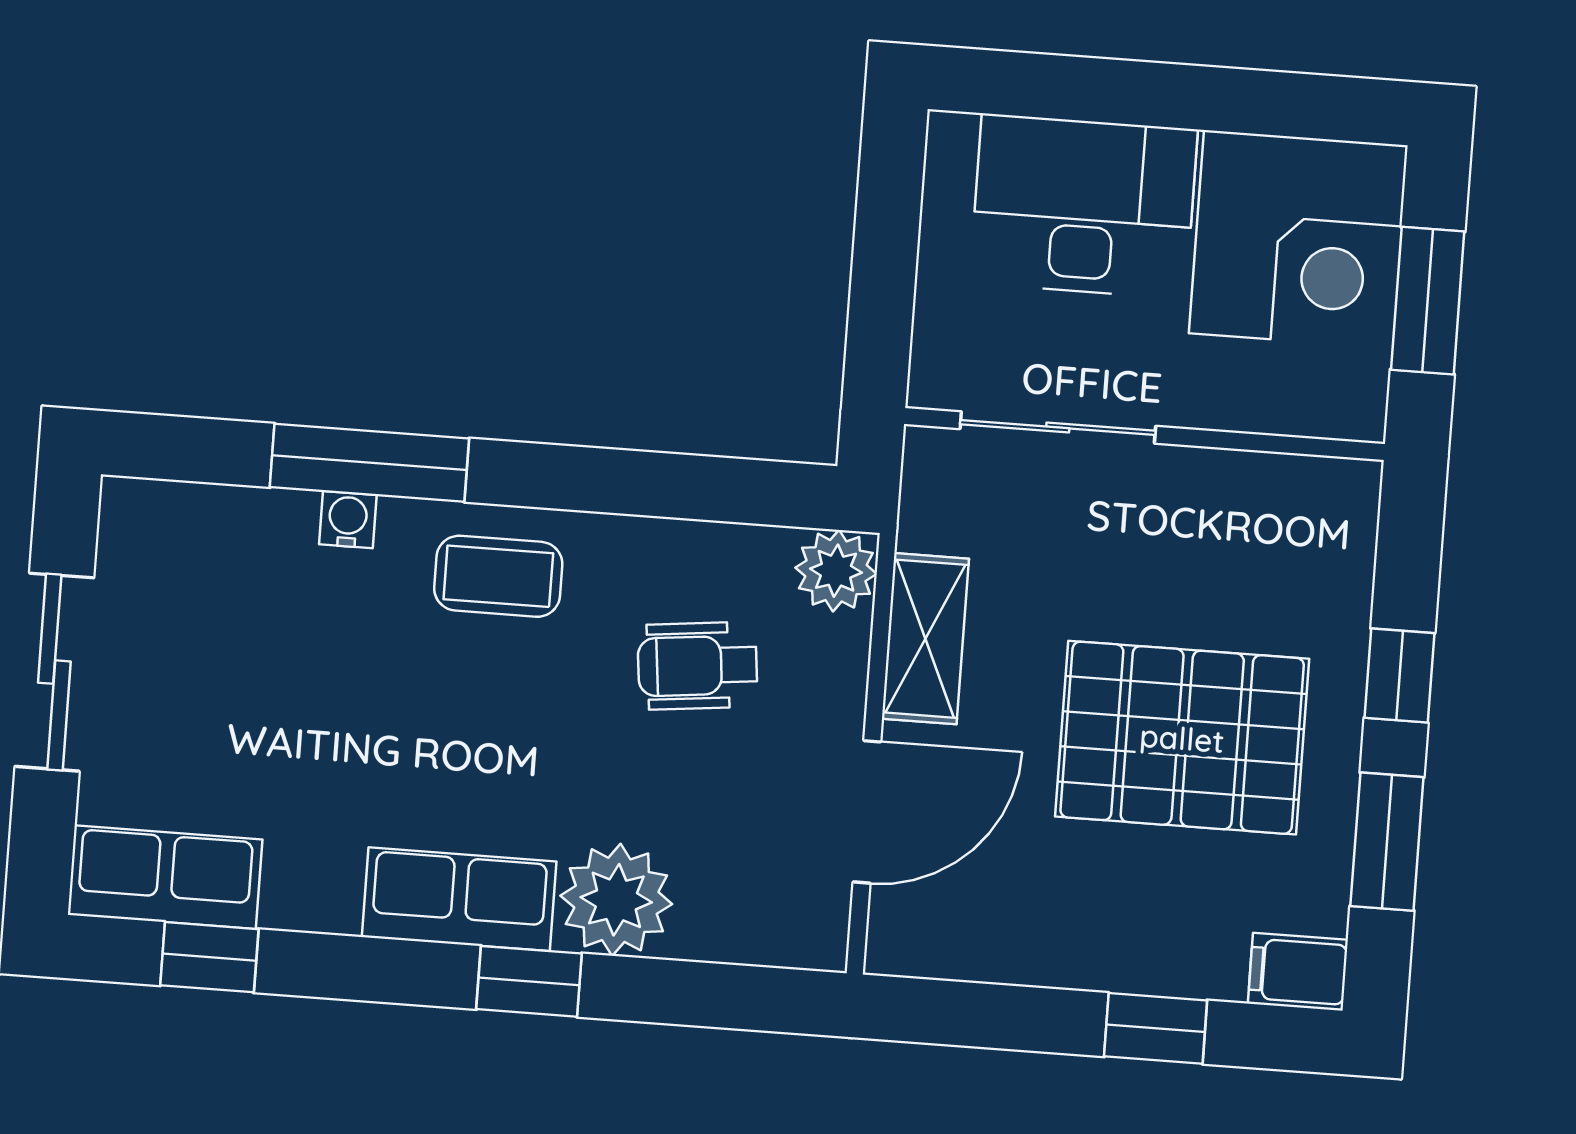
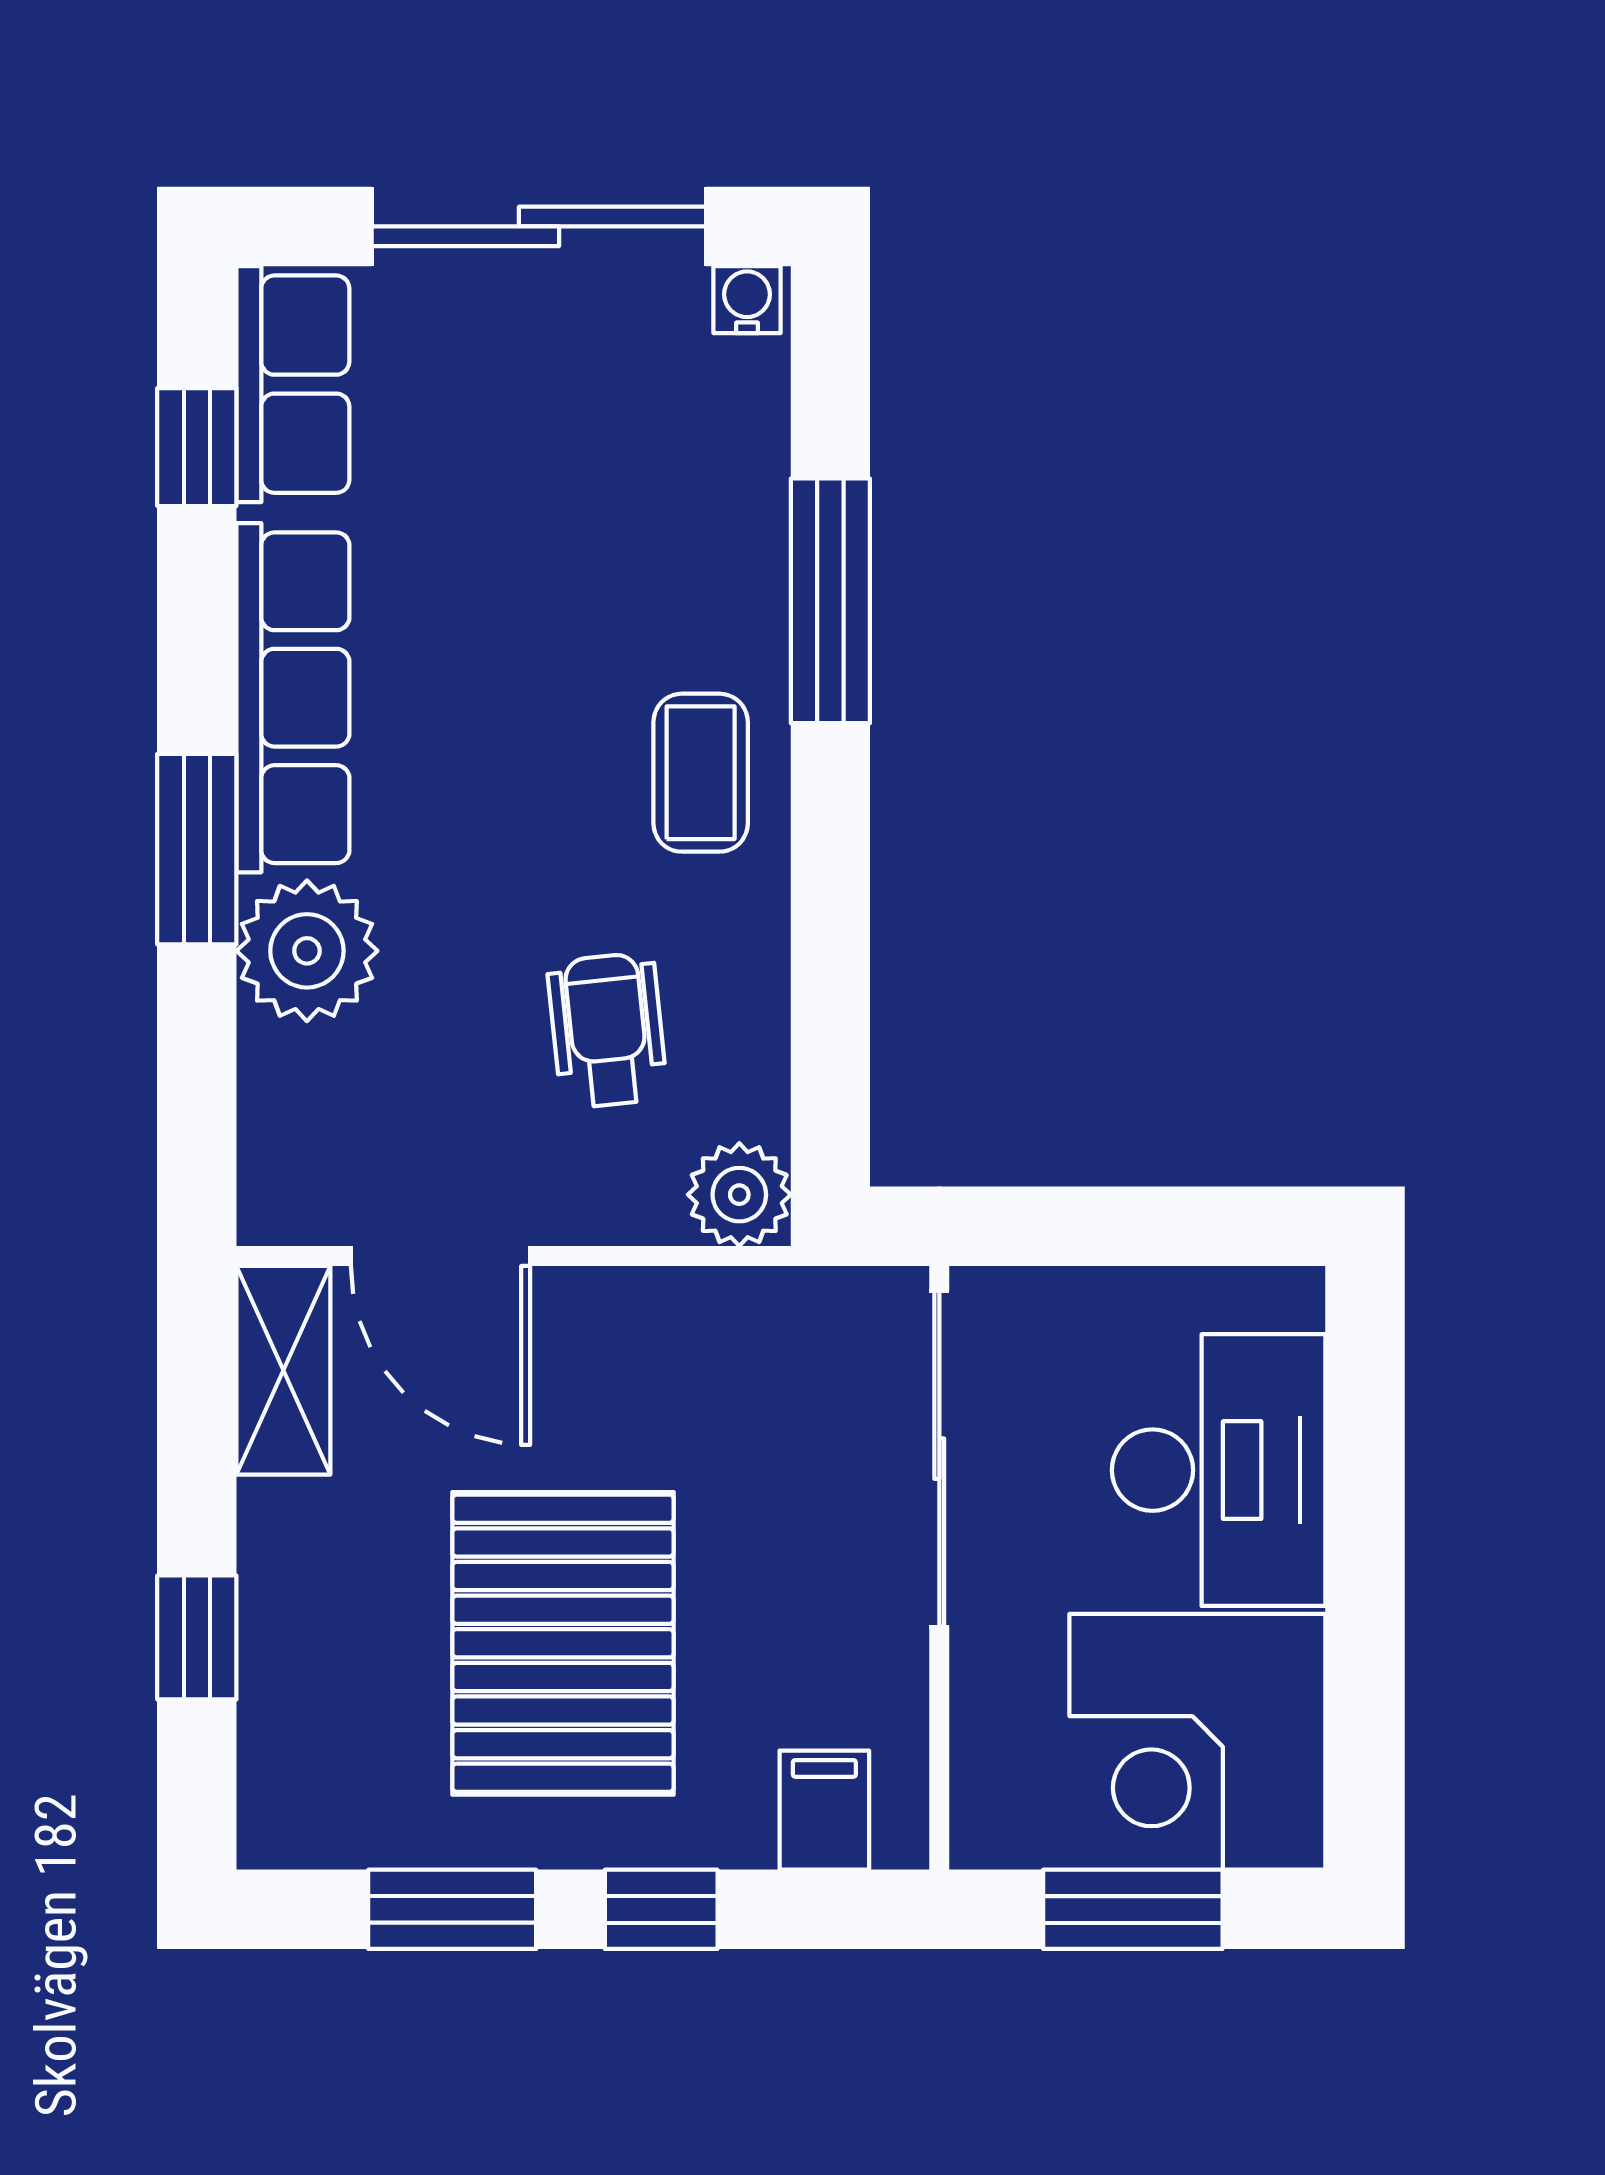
sliding door: (1058, 428) -> (939, 1459), width x1.37
water cooler: (348, 520) -> (747, 300), moved, turned -90
shelving: (925, 639) -> (283, 1370), moved, turned 90
sliding door: (54, 672) -> (539, 226), width x1.37
row of seats: (459, 899) -> (293, 698), width x1.48
filing cabinet: (1298, 972) -> (824, 1810), moved
window: (529, 981) -> (197, 849), width x1.50

